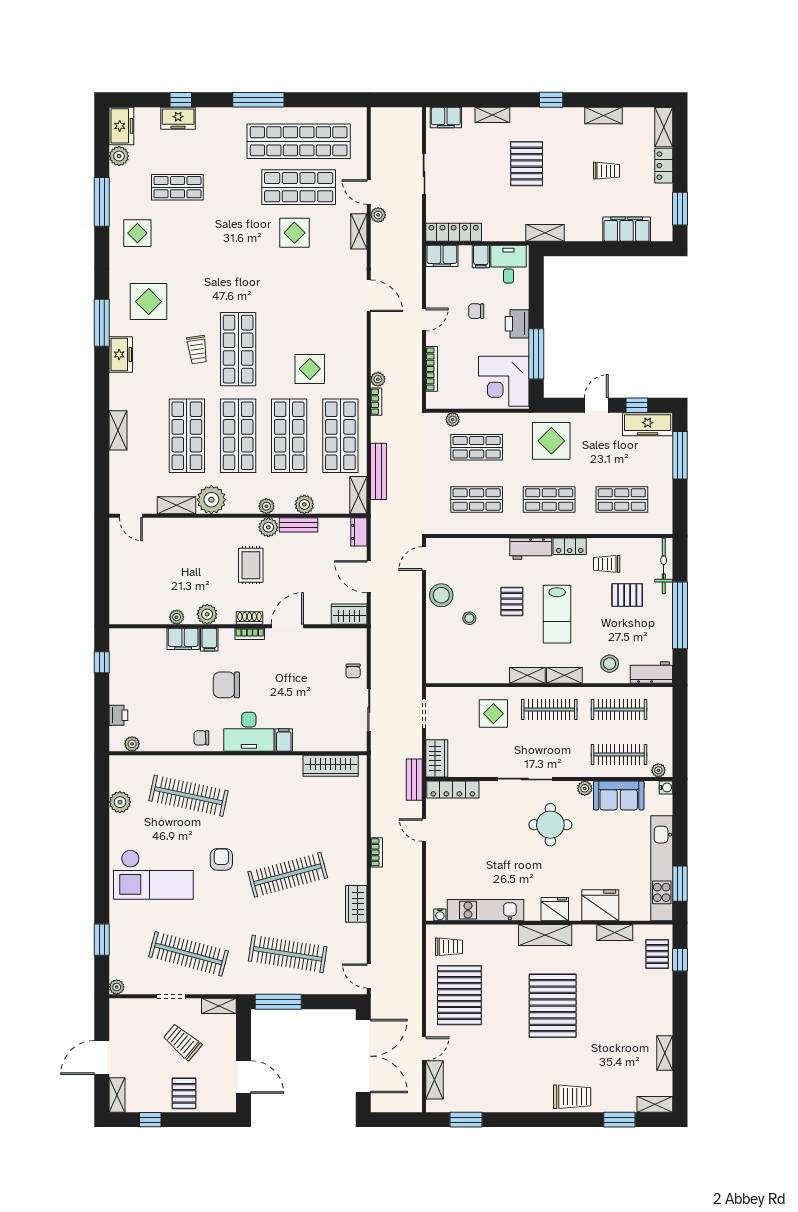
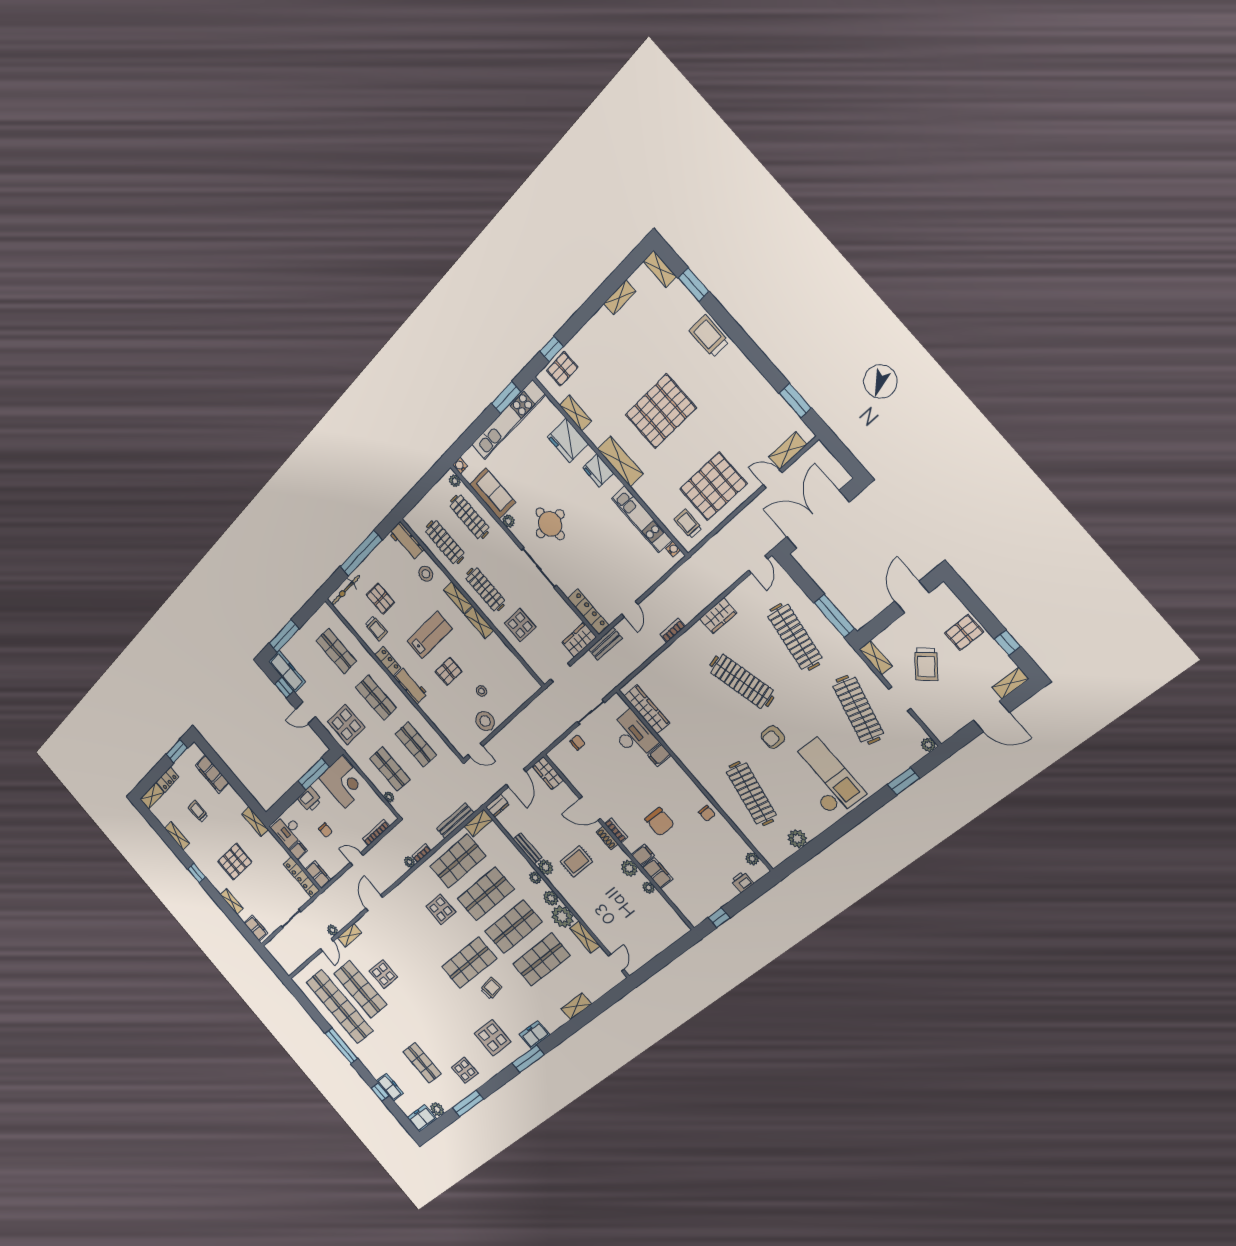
plant: (304, 504) -> (551, 898), moved
desk: (249, 732) -> (633, 735), moved

